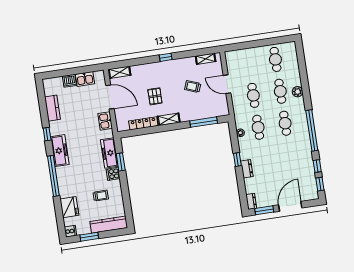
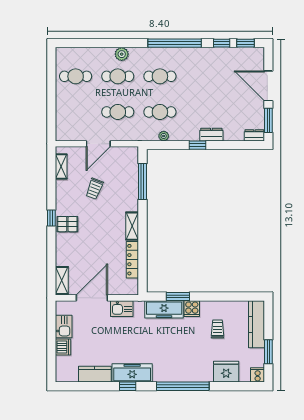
pallet: (155, 96) -> (67, 224), moved
freezer: (60, 151) -> (132, 373), moved

